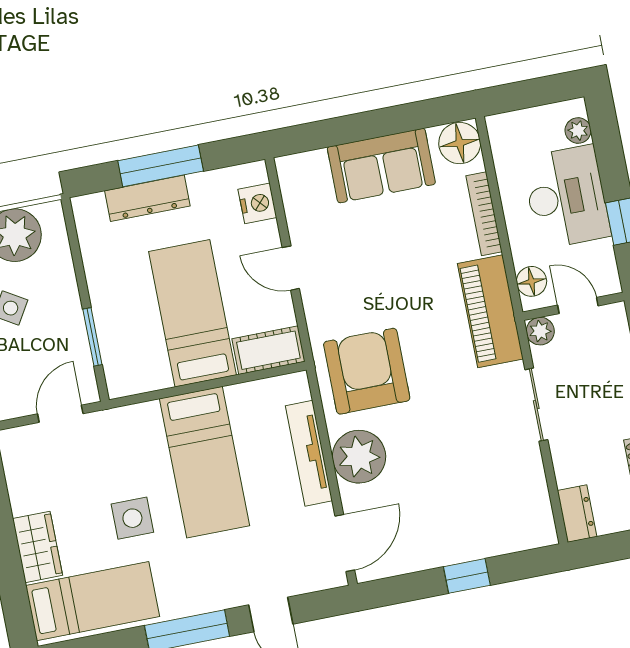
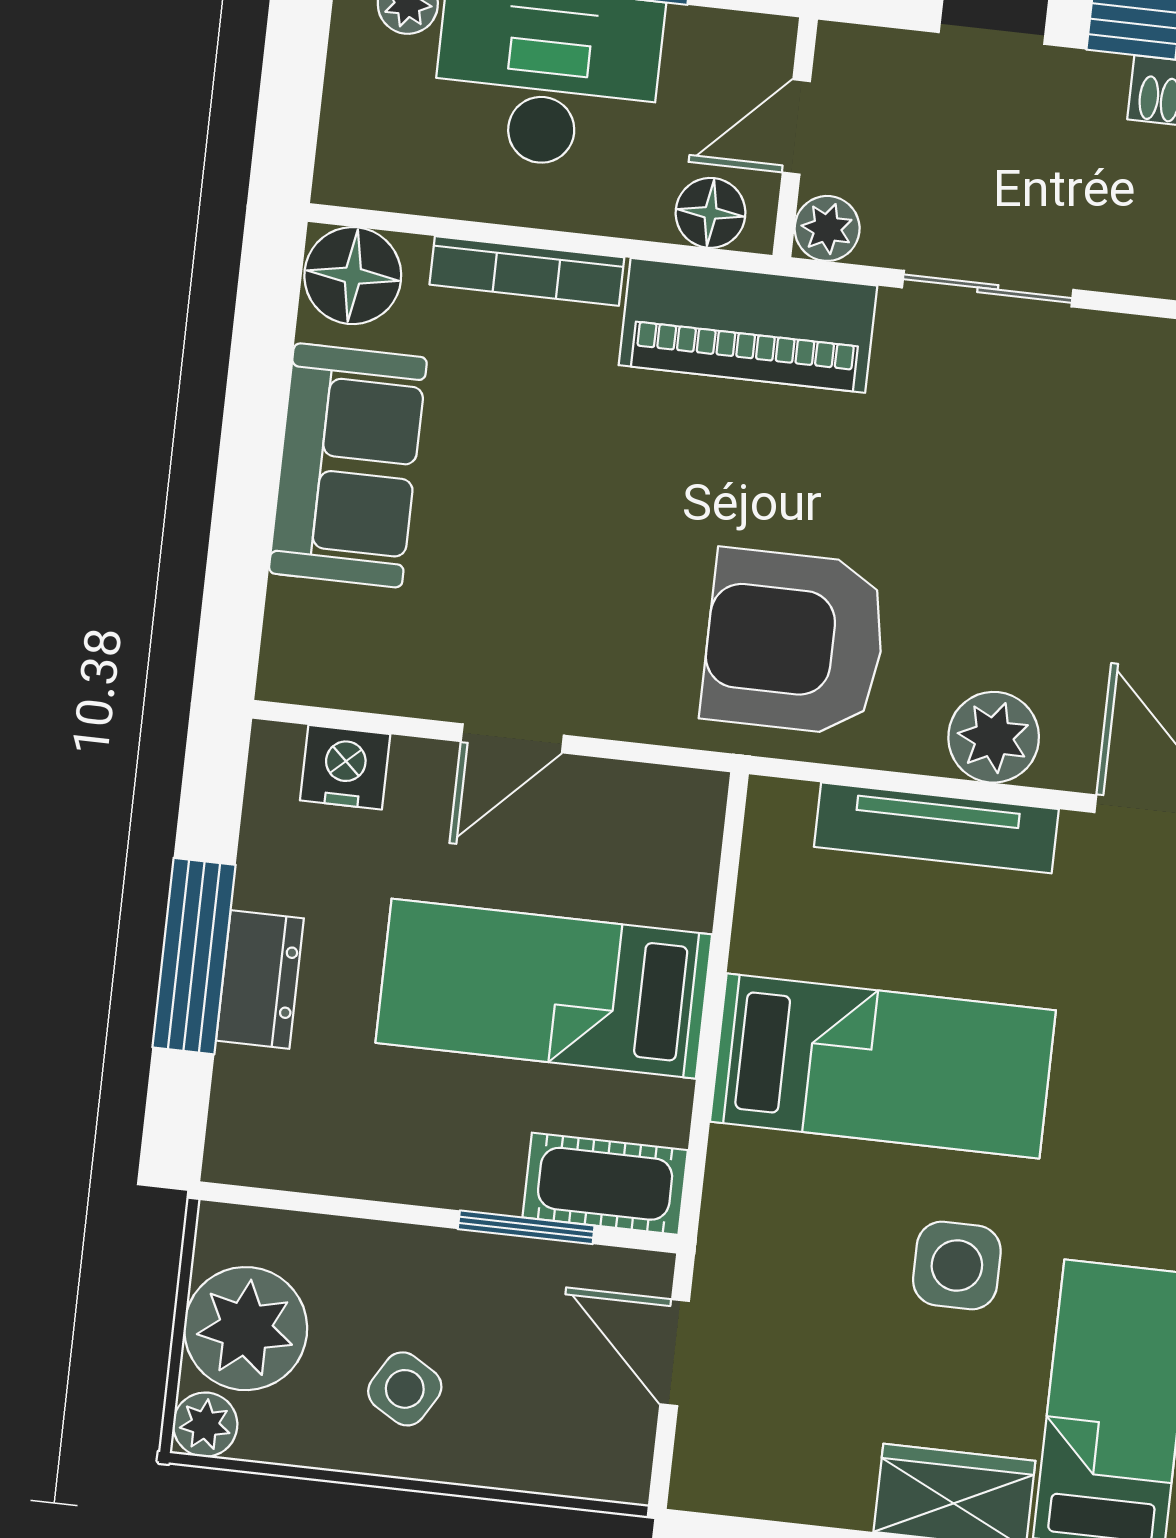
dresser: (147, 198) -> (260, 980), width x0.70
cot: (268, 350) -> (605, 1184), moved, turned 90
plant: (359, 457) -> (994, 737), width x0.73, depth x0.73

